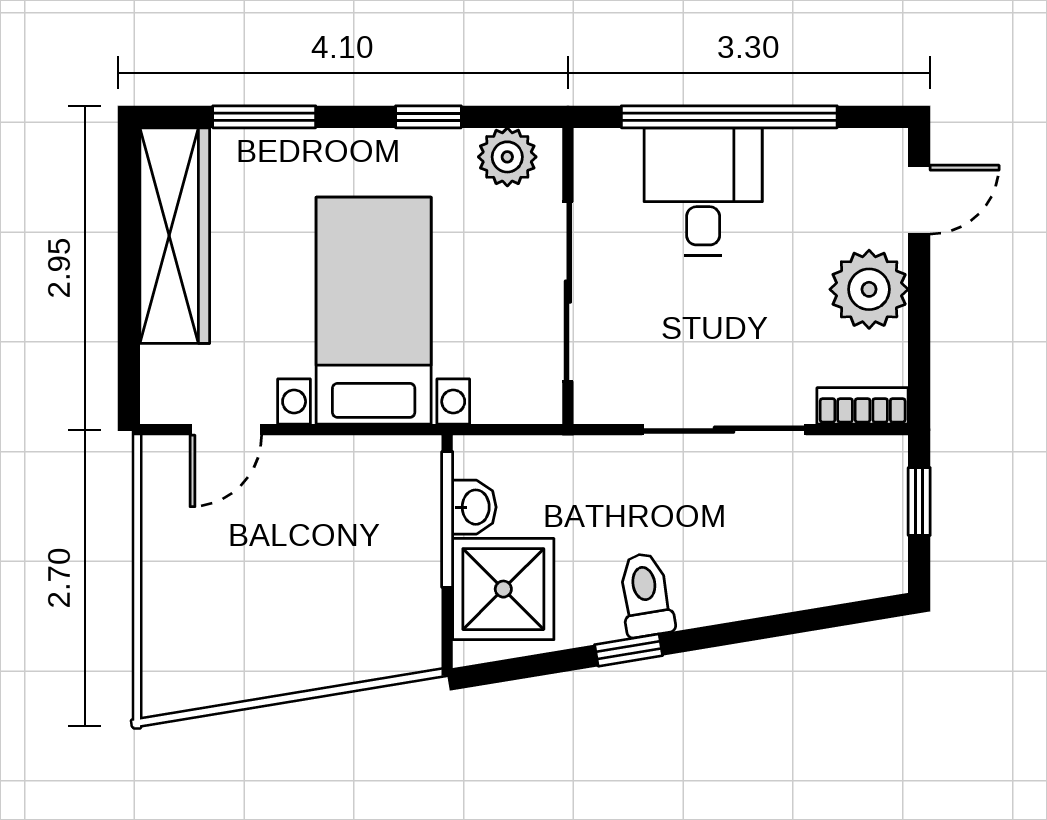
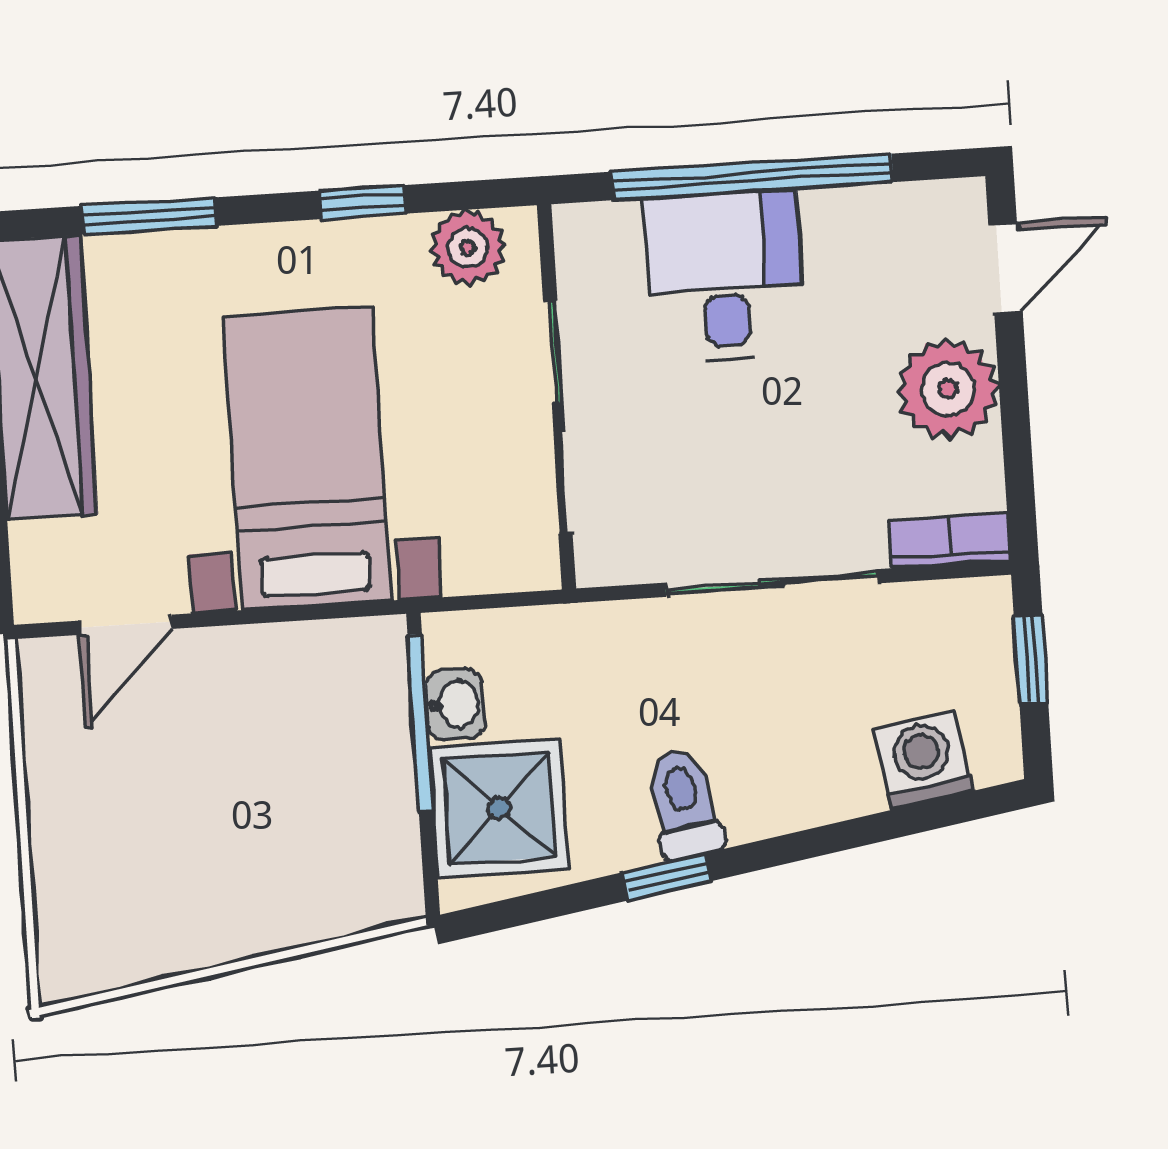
washing machine: (831, 573) -> (923, 760), added

